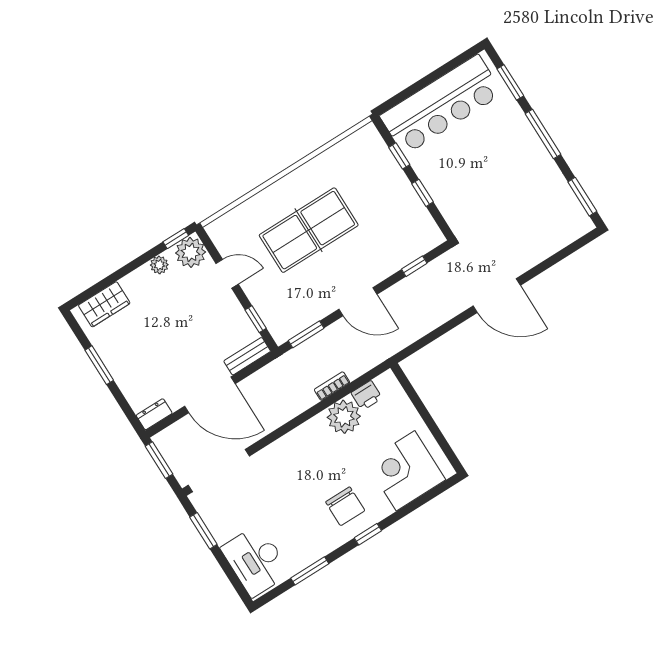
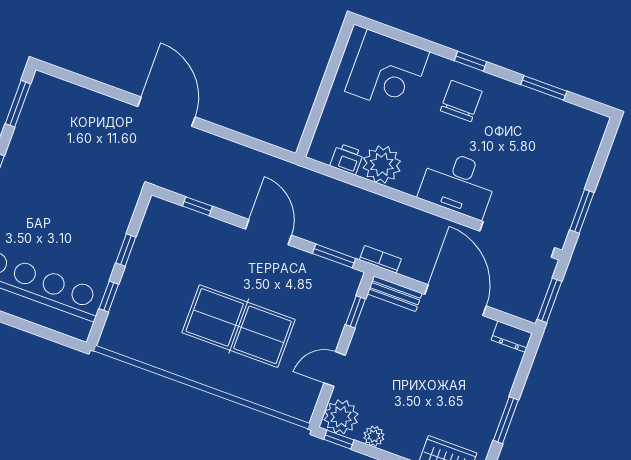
door: (227, 274) -> (335, 369), hinge flipped
bookcase: (332, 386) -> (380, 259), moved, turned 180
desk: (256, 561) -> (458, 184), moved, turned 90

